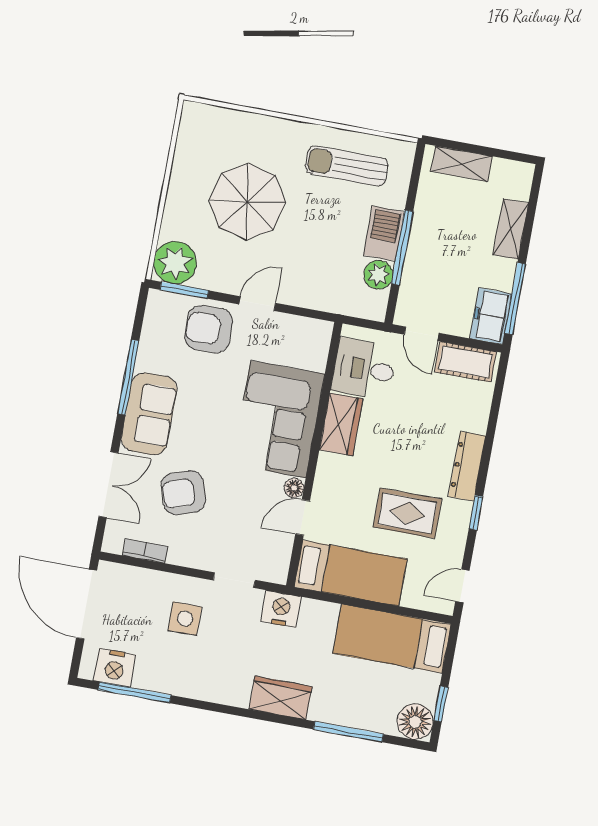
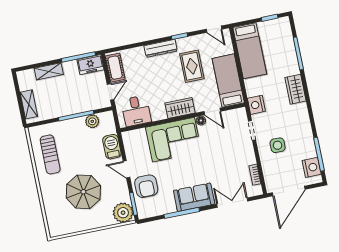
barbecue: (384, 233) -> (112, 147), moved, turned 90
wardrobe: (341, 424) -> (180, 108), moved
armchair: (184, 493) -> (223, 168), removed
floor lamp: (415, 722) -> (282, 26), removed

